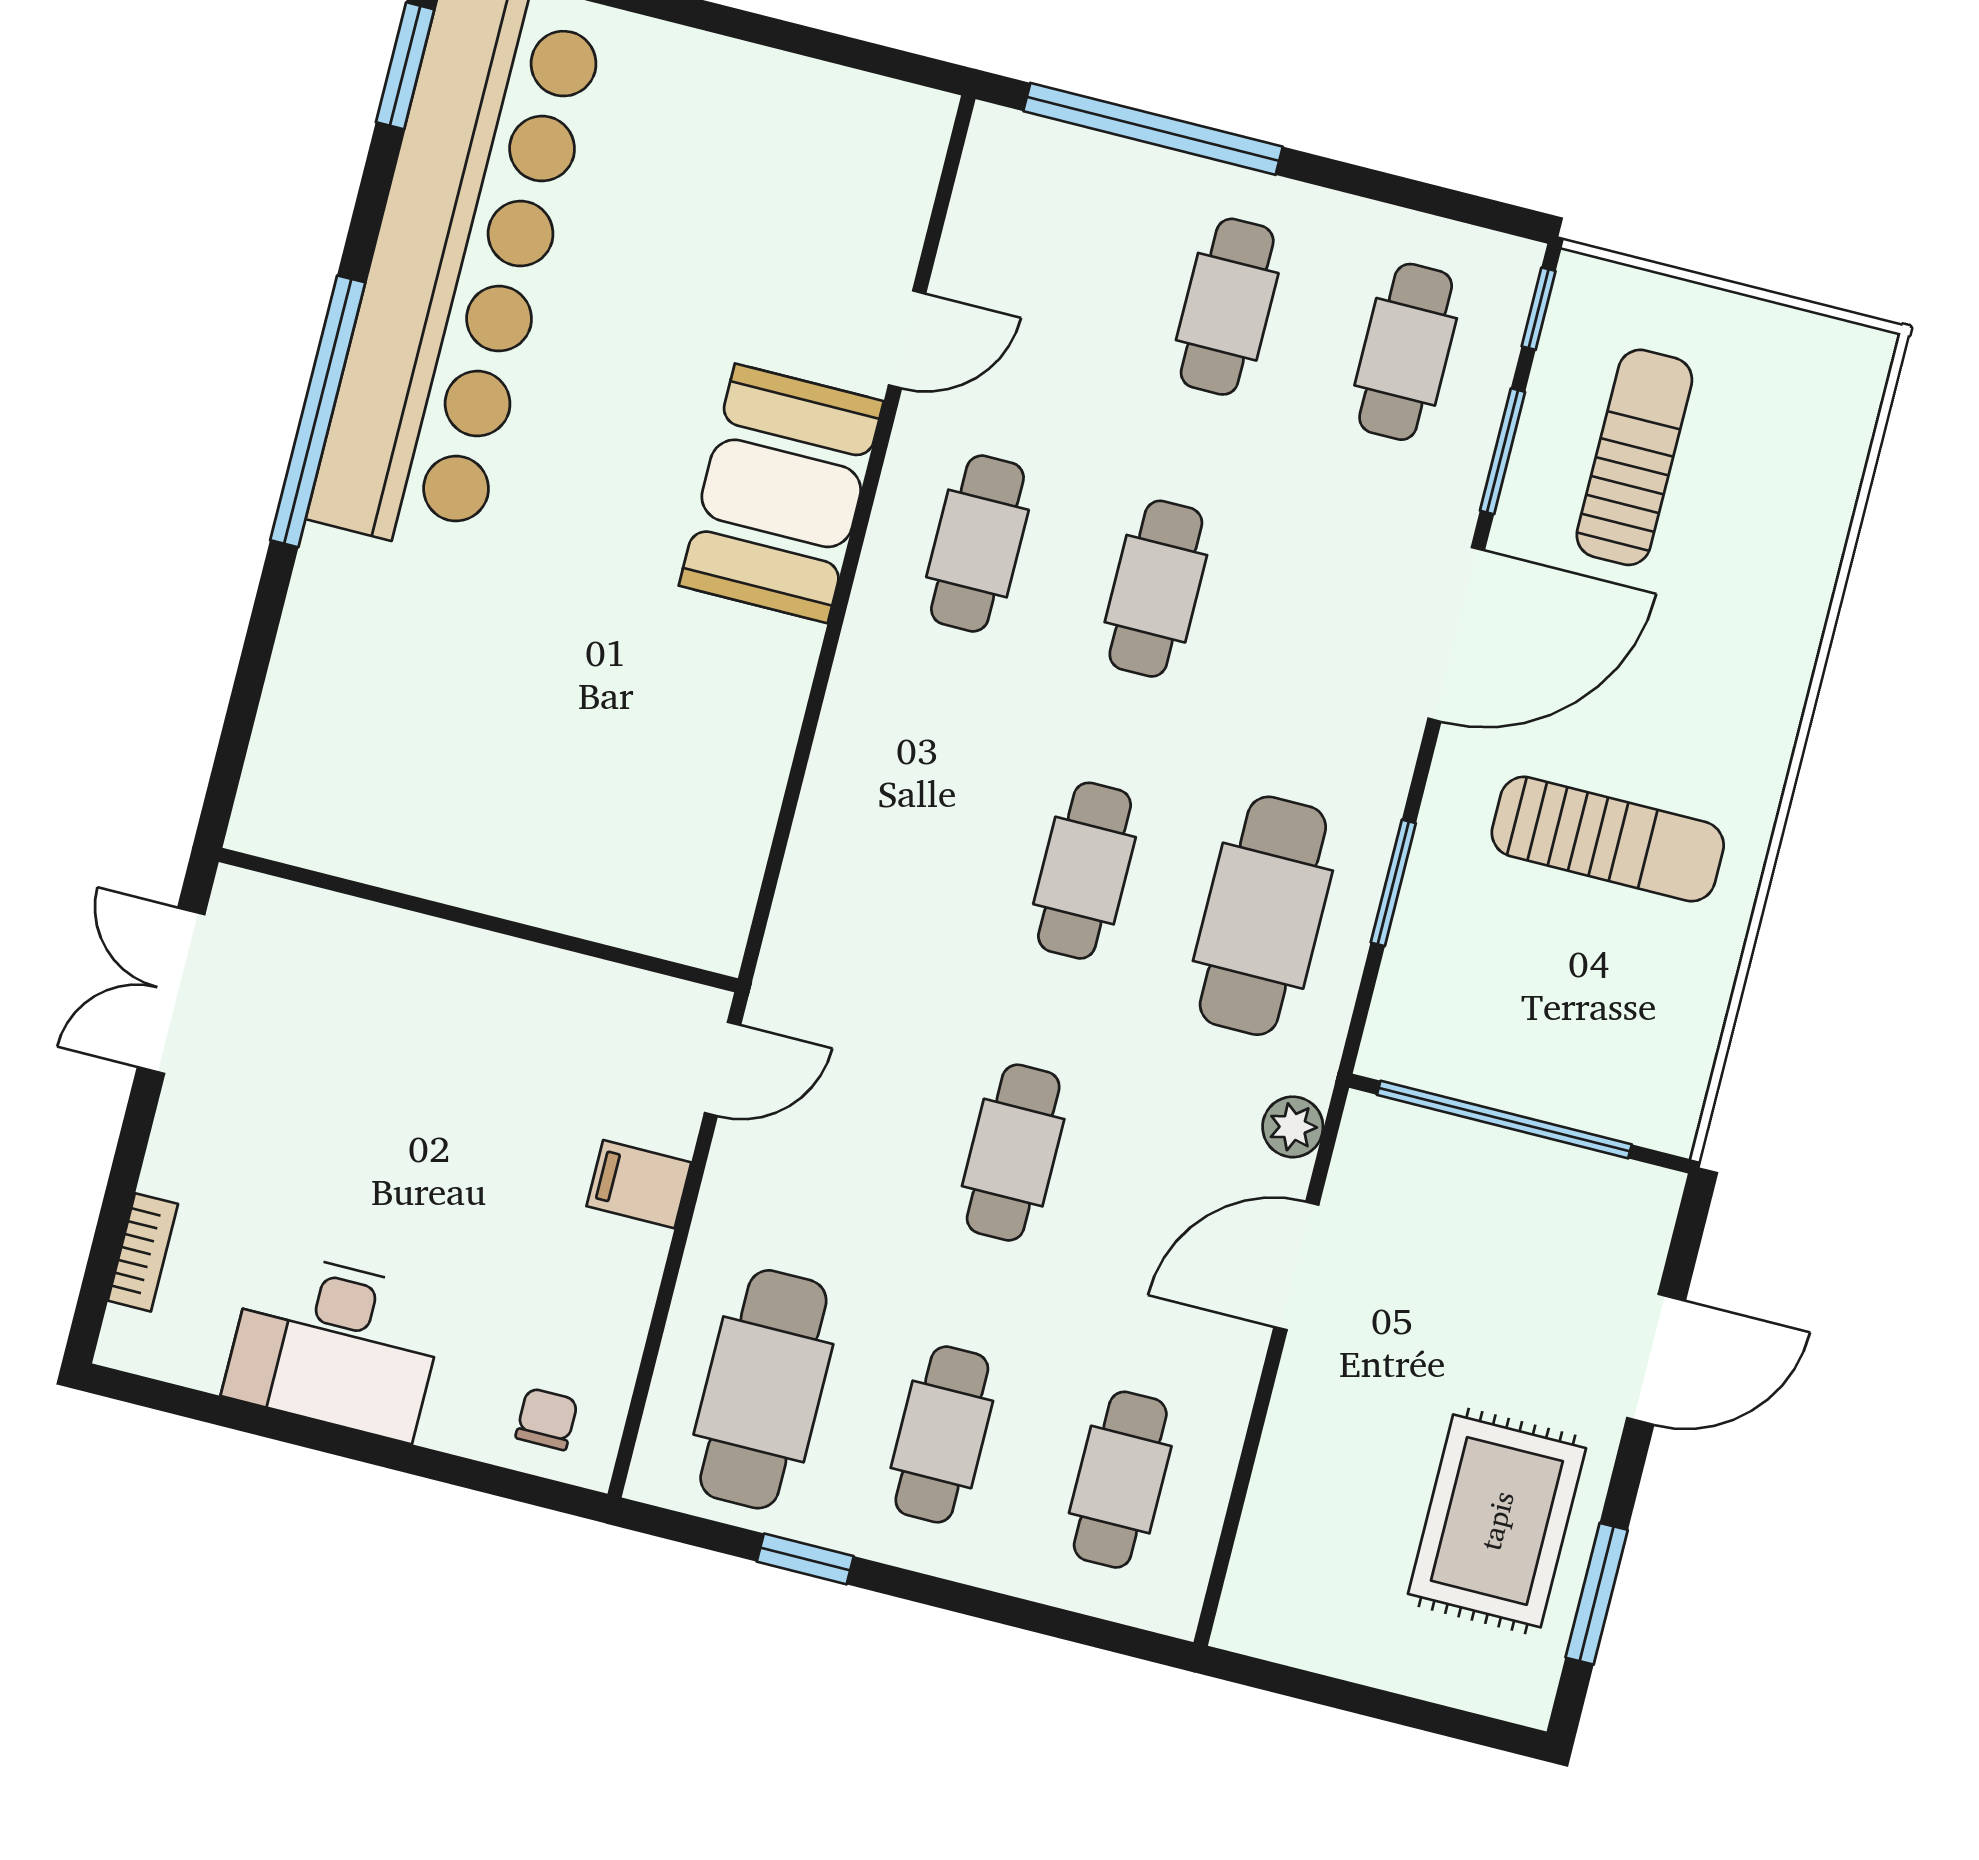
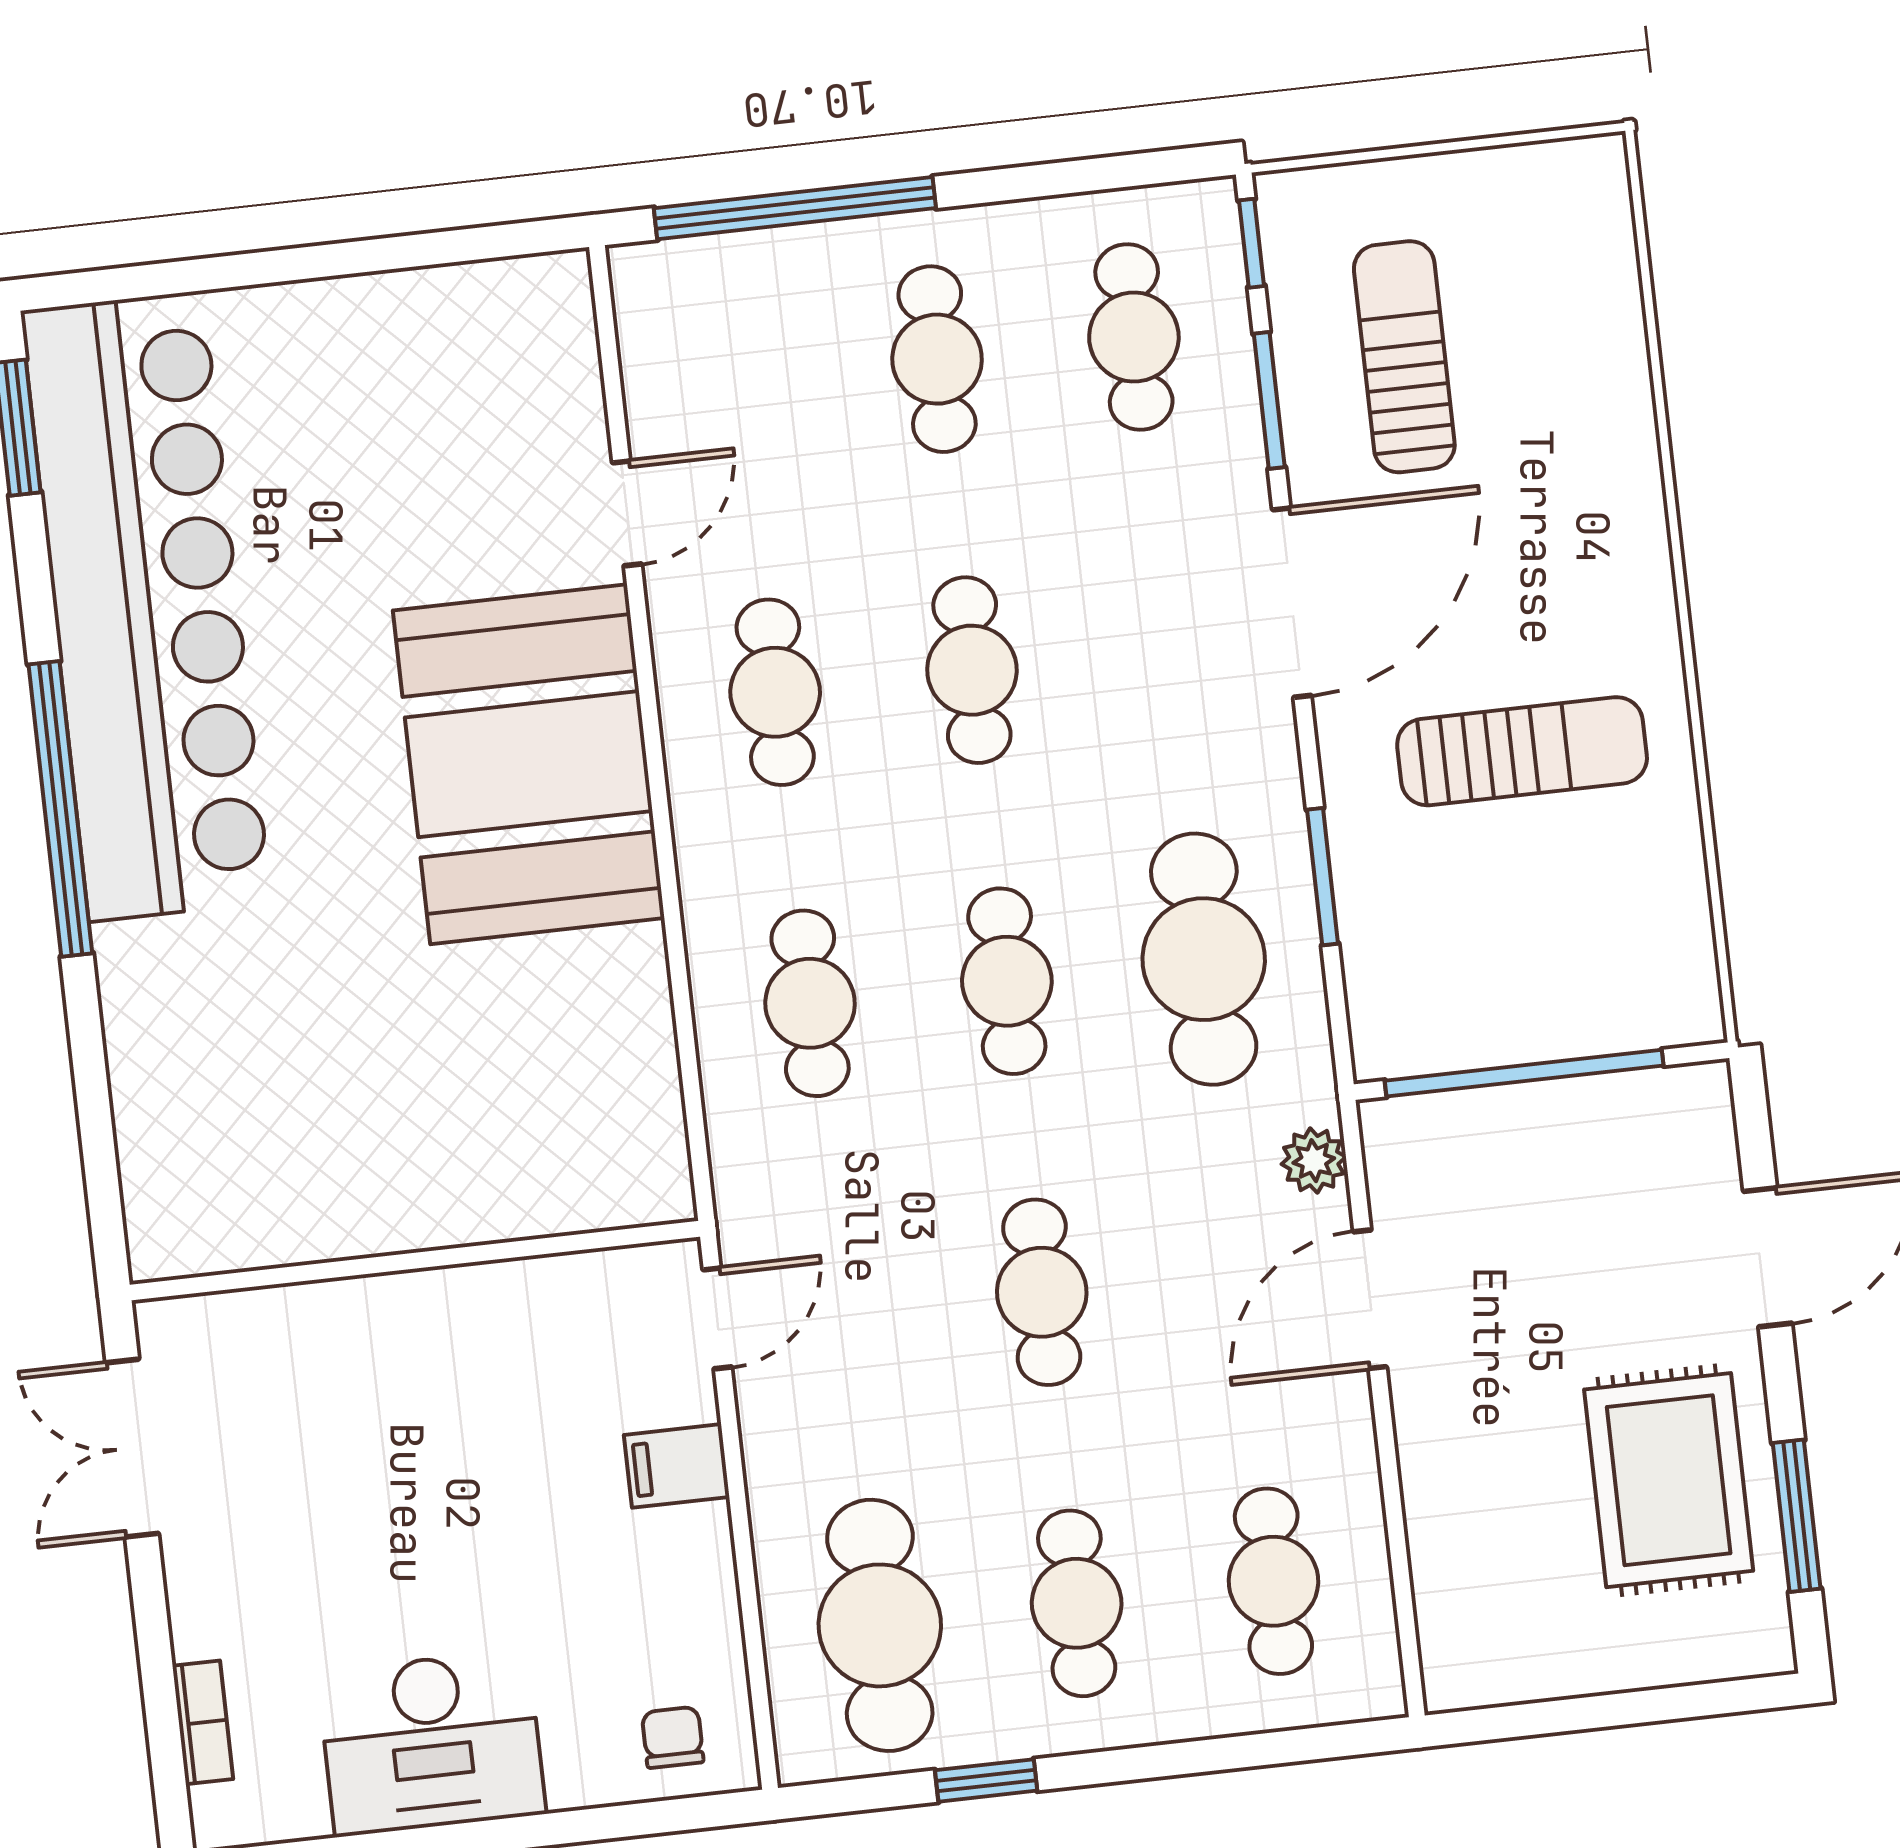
booth: (781, 493) -> (529, 764), width x1.36, depth x1.42
cafe table: (906, 825) -> (810, 1003), added

